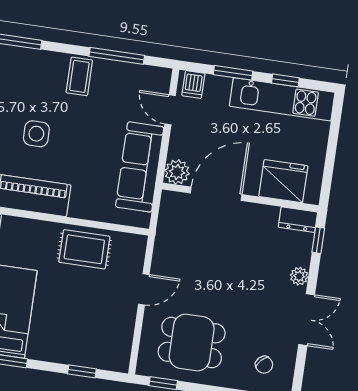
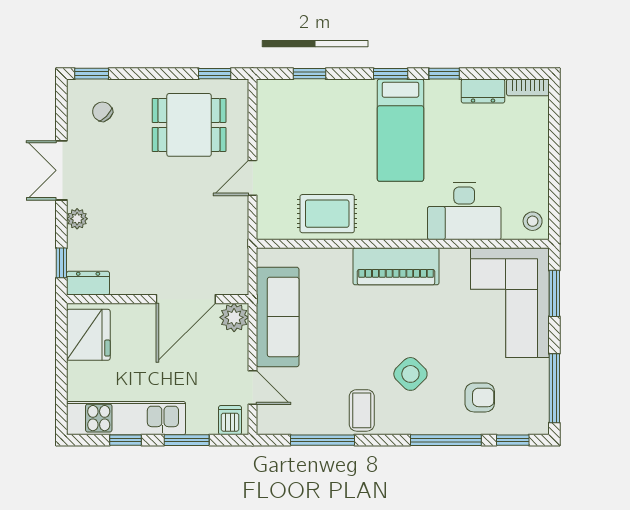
side table: (36, 134) -> (410, 374), moved, turned 45
fridge: (283, 181) -> (88, 335), moved, turned -90

